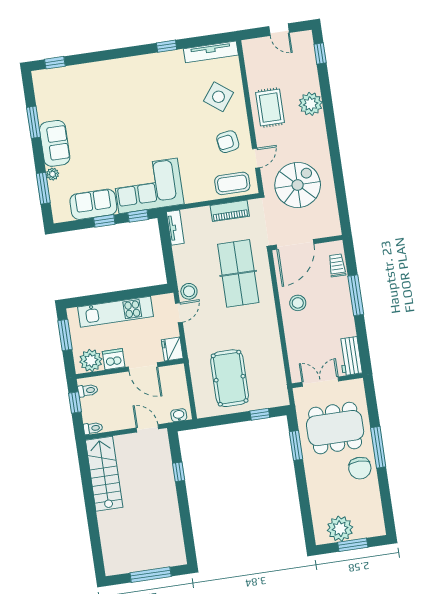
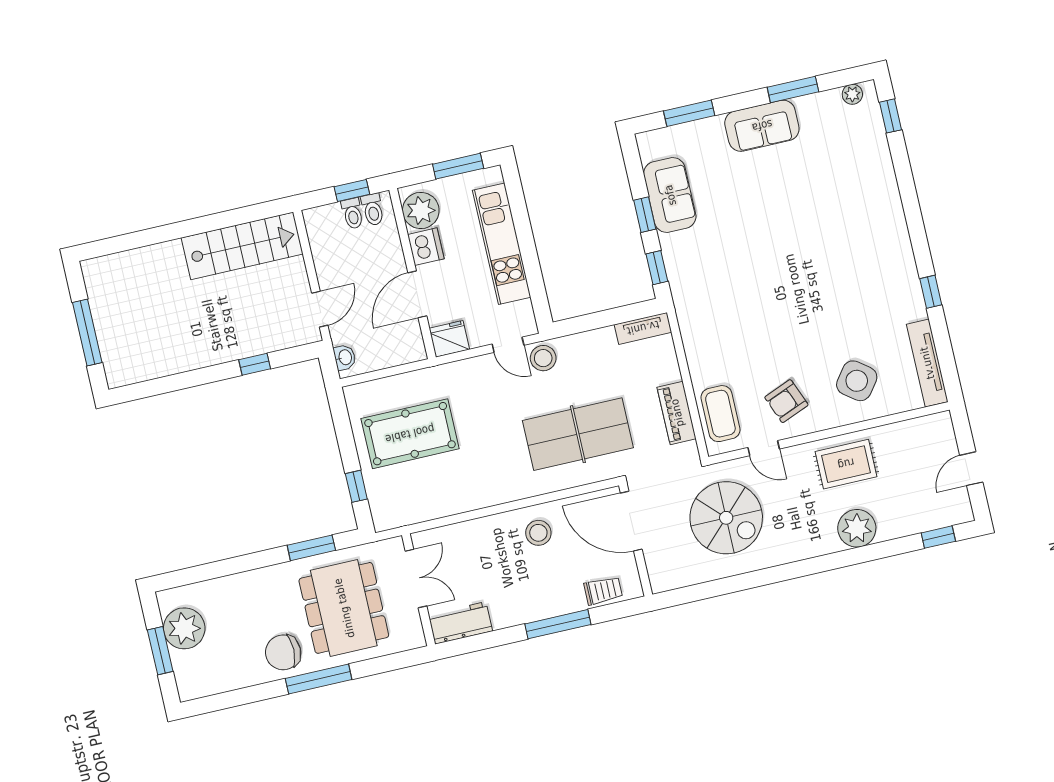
armchair: (228, 142) -> (786, 401), turned -103
plant: (53, 174) -> (852, 94), moved
corner sofa: (148, 186) -> (706, 280), removed
toilet: (93, 428) -> (353, 214), moved

